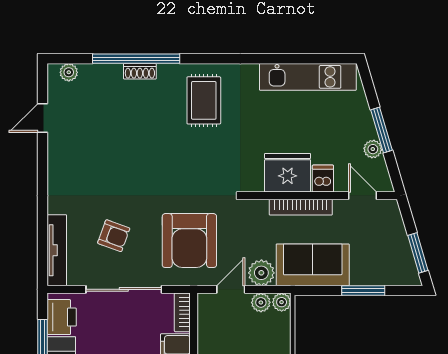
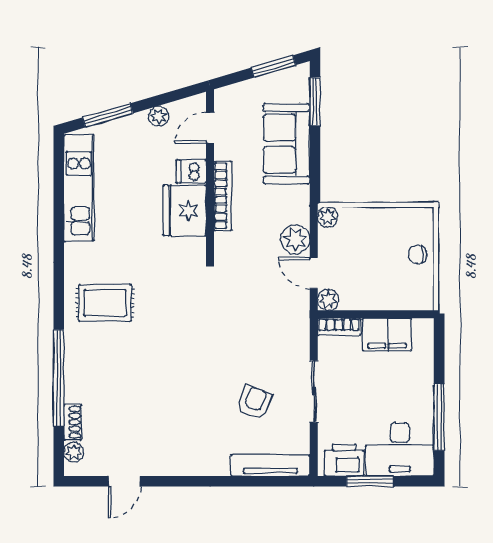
shoe rack: (140, 71) -> (73, 422), moved
door: (42, 118) -> (124, 481), hinge flipped
window: (382, 130) -> (108, 115), moved
armchair: (189, 241) -> (260, 319), removed
sofa: (313, 265) -> (286, 144), moved
sliding door: (124, 289) -> (314, 391), width x0.73
window: (363, 291) -> (315, 102), moved
plant: (261, 302) -> (328, 300), moved

